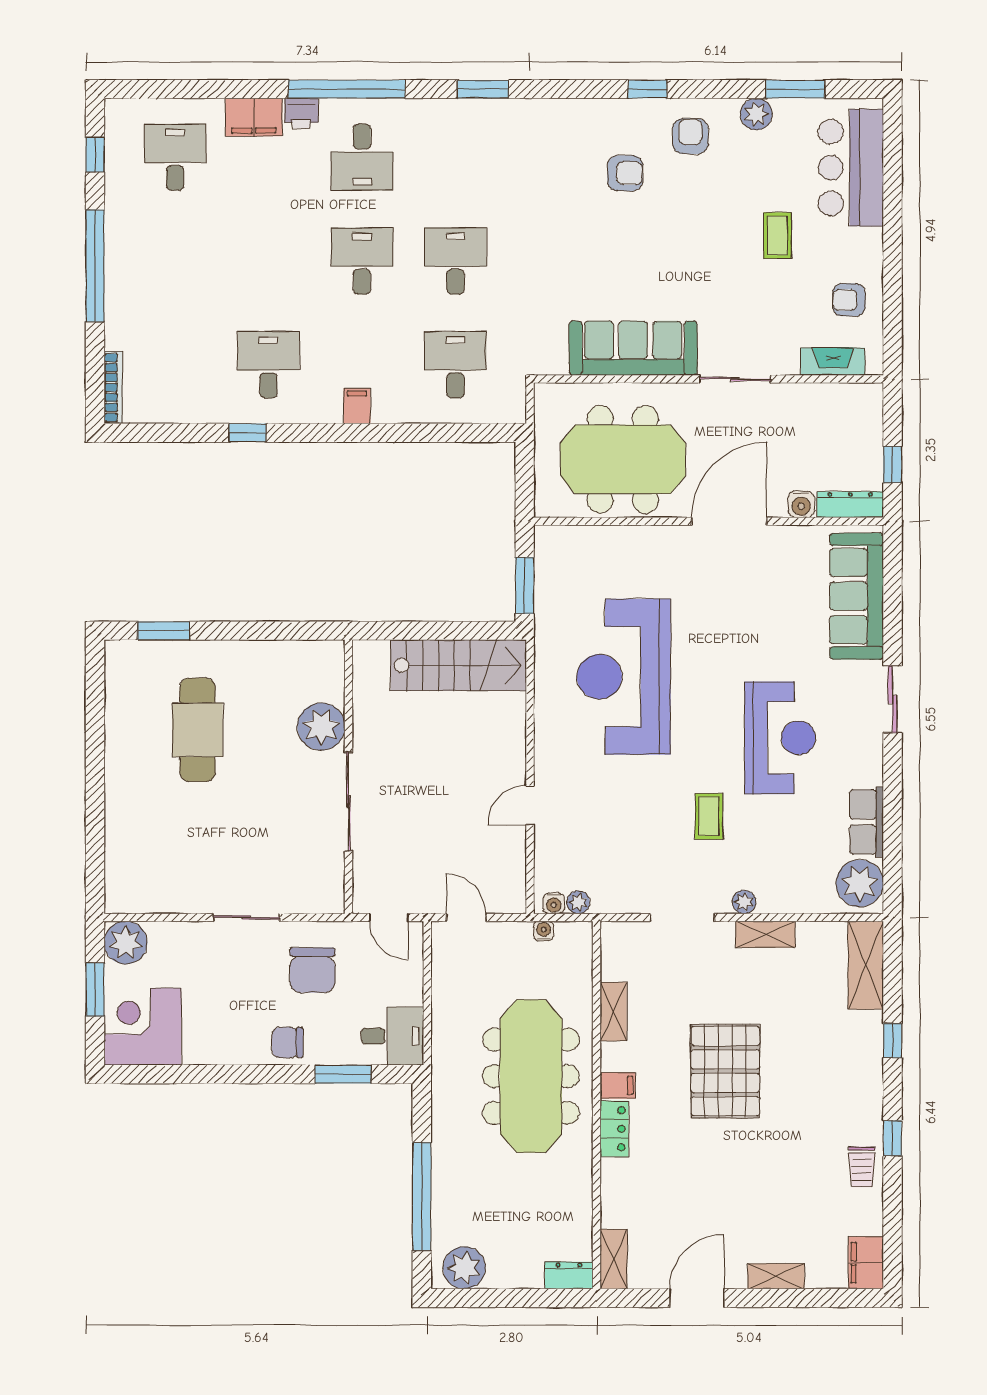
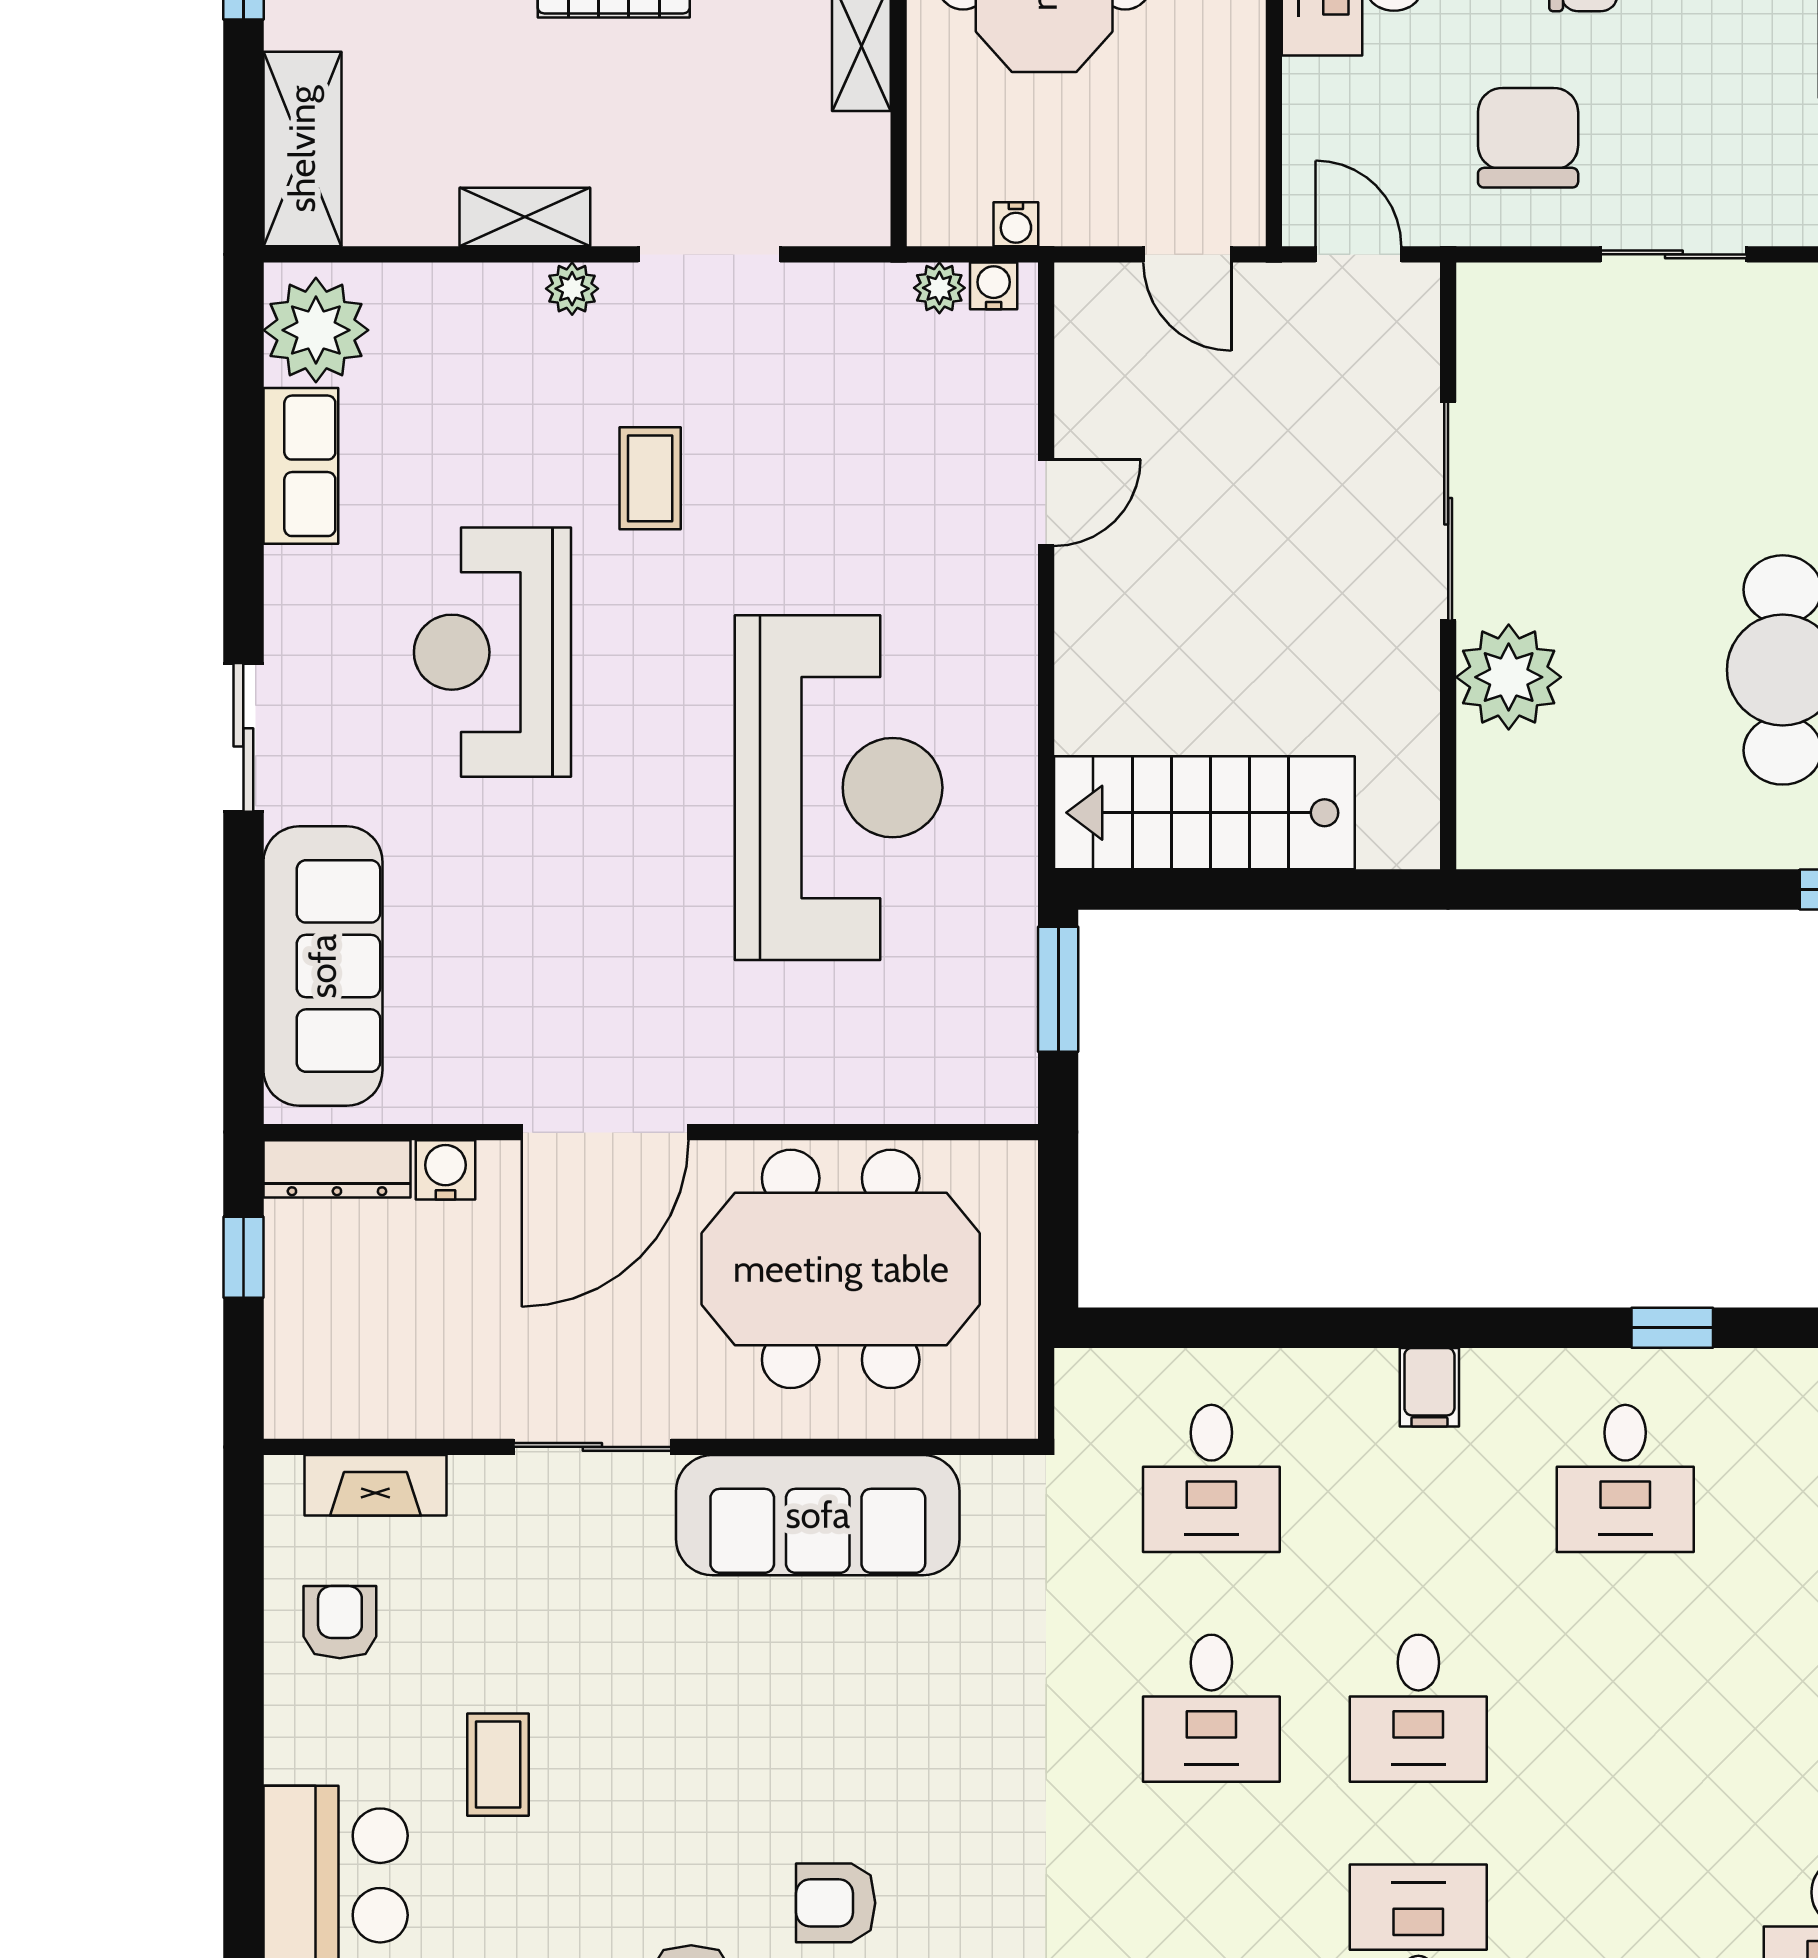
armchair: (849, 300) -> (340, 1622), turned -90

